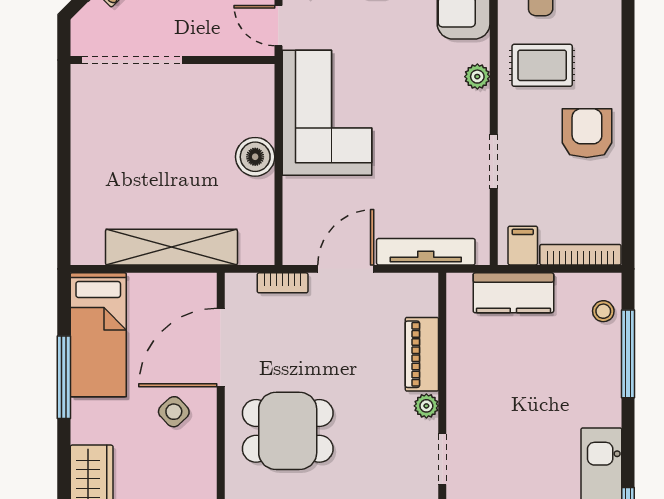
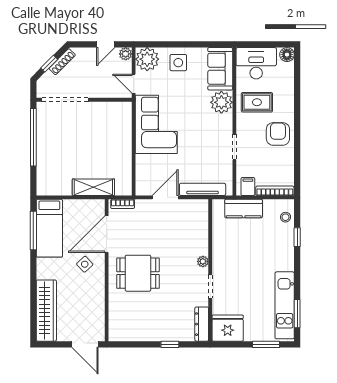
plant: (477, 77) -> (221, 102), width x1.88, depth x1.88
window: (64, 140) -> (33, 137), added
boiler: (255, 157) -> (123, 145), removed
shelving: (171, 247) -> (93, 187), width x0.68
bookcase: (283, 283) -> (123, 204), moved
piano: (422, 354) -> (201, 237), removed
window: (628, 354) -> (297, 237), width x0.46
window: (64, 377) -> (33, 231), moved

